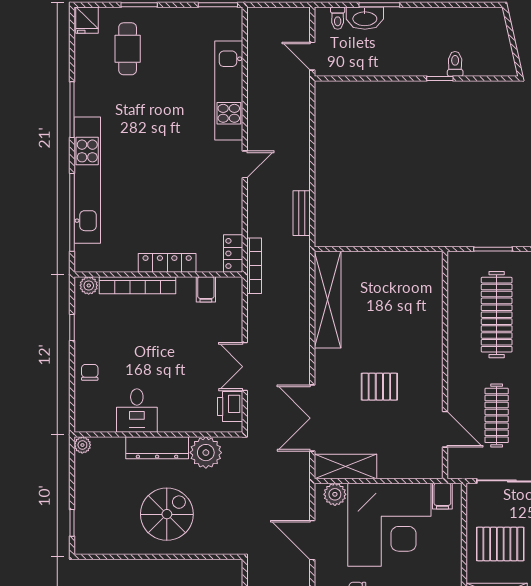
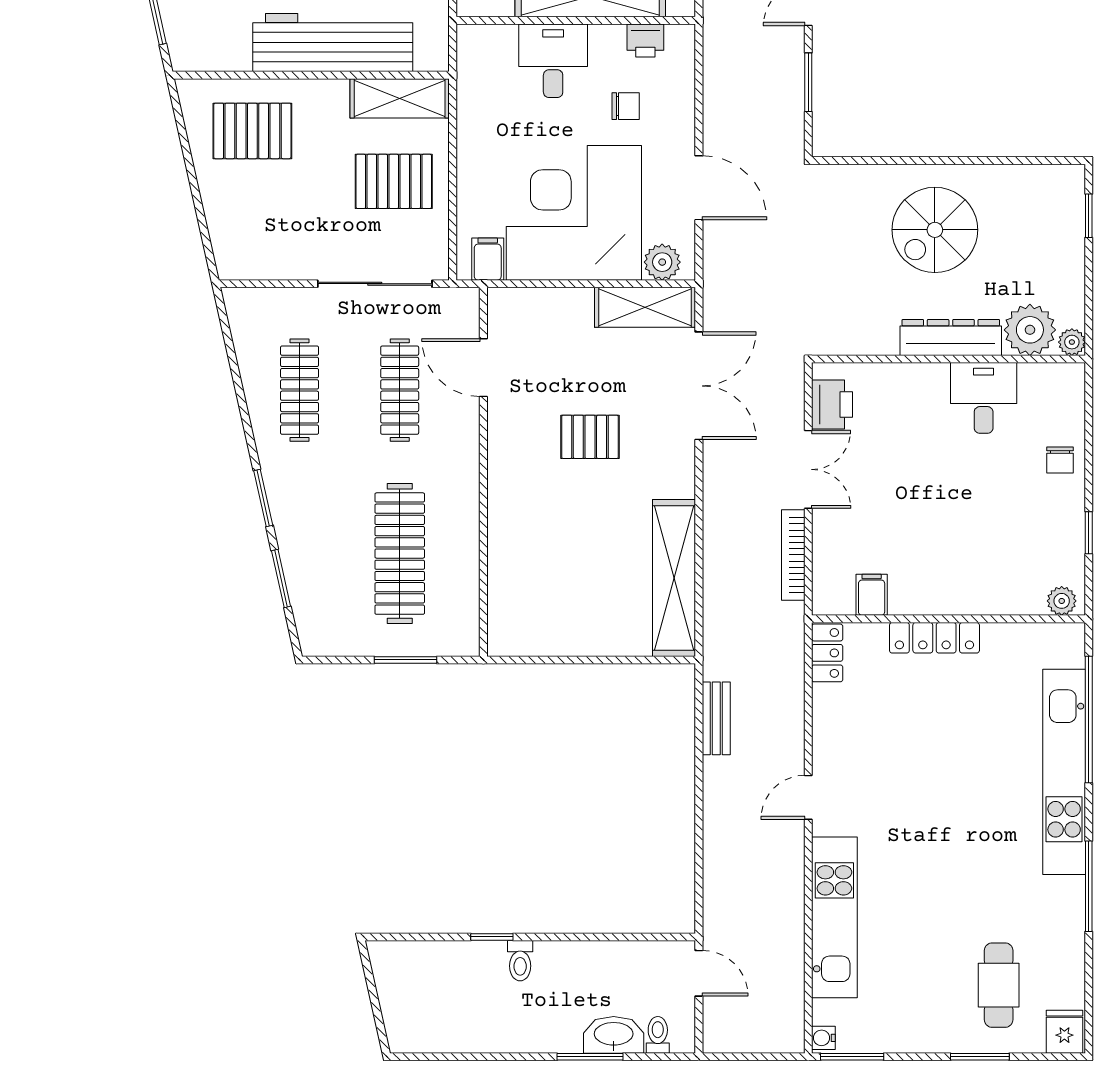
water cooler: (236, 16) -> (823, 1038), added
toilet: (455, 64) -> (520, 961), moved
bookcase: (254, 266) -> (793, 555), moved
bookcase: (138, 285) -> (982, 601), removed
plant: (206, 453) -> (1030, 330), moved

